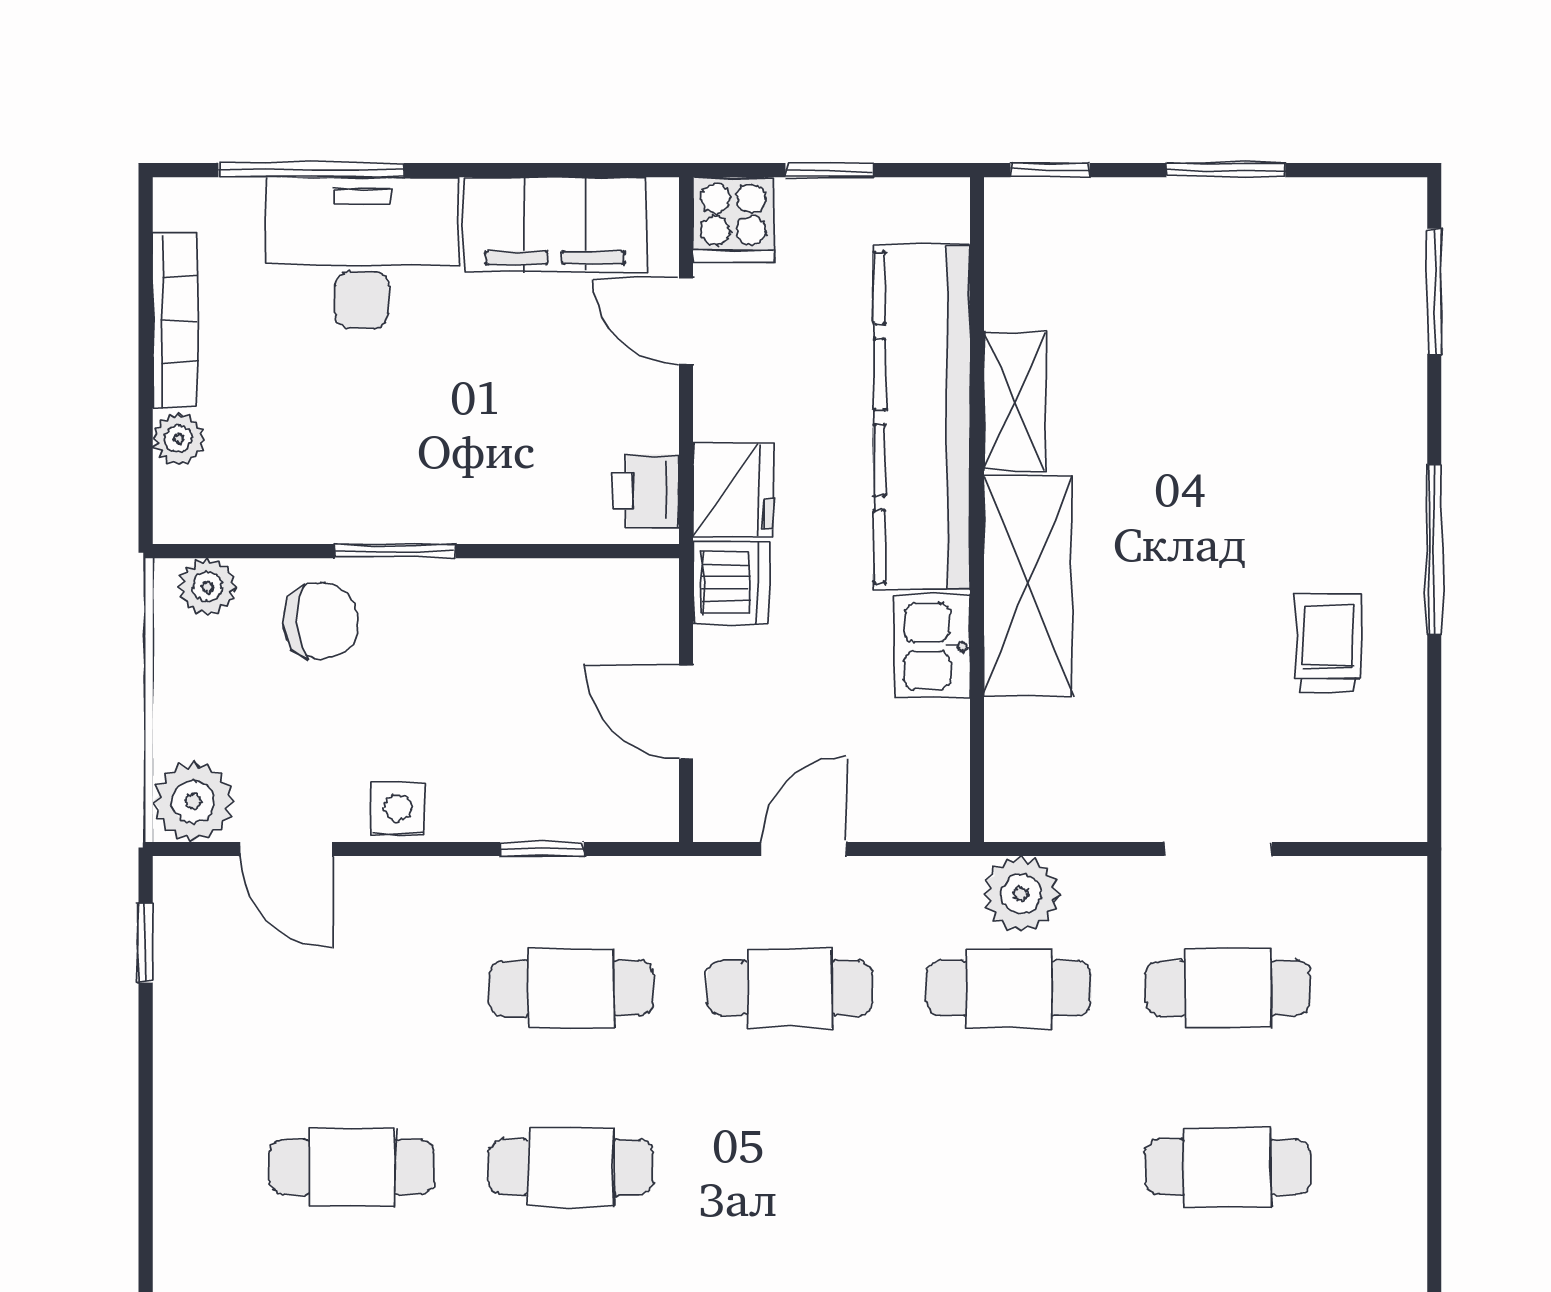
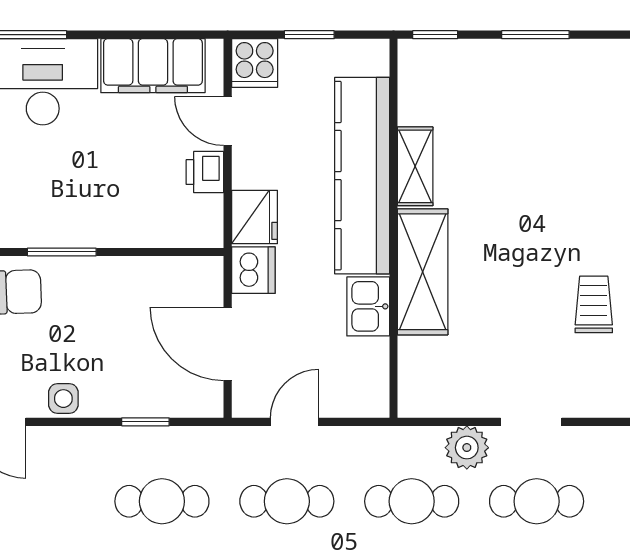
printer: (646, 491) -> (205, 172), moved
door: (686, 712) -> (228, 344), width x1.38
plant: (1021, 894) -> (467, 448), moved

